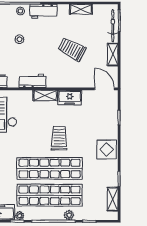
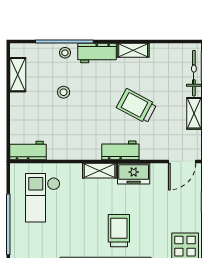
shelving: (81, 9) -> (133, 50), moved
workbench: (32, 81) -> (120, 150), moved
door: (104, 89) -> (182, 161), swing flipped

